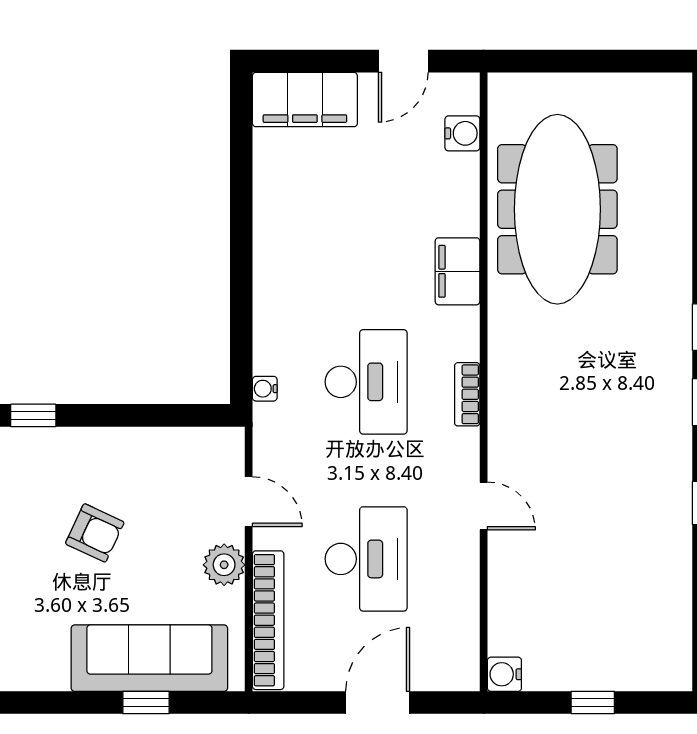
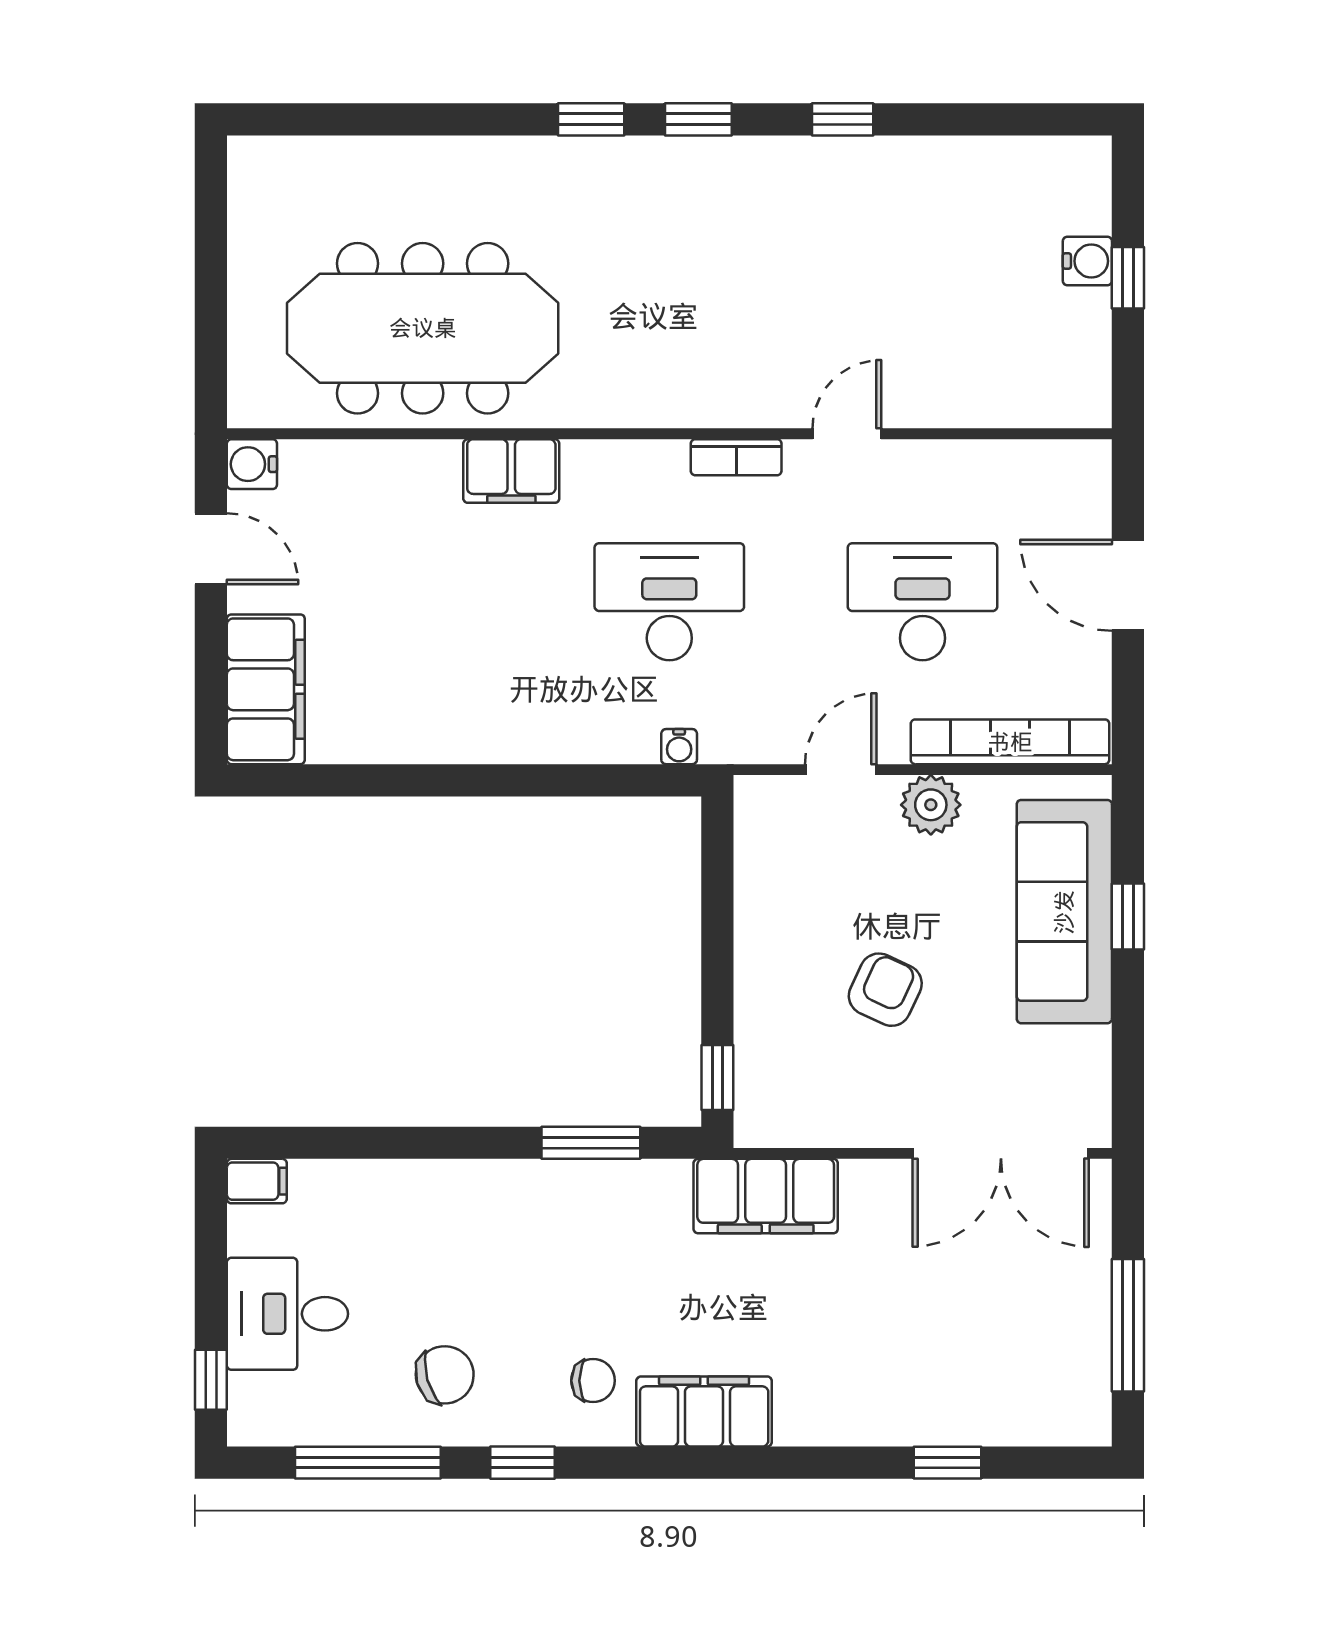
water cooler: (462, 133) -> (252, 464), moved, turned -90
bookcase: (467, 394) -> (736, 457), moved
water cooler: (504, 674) -> (1087, 261), moved, turned -90

